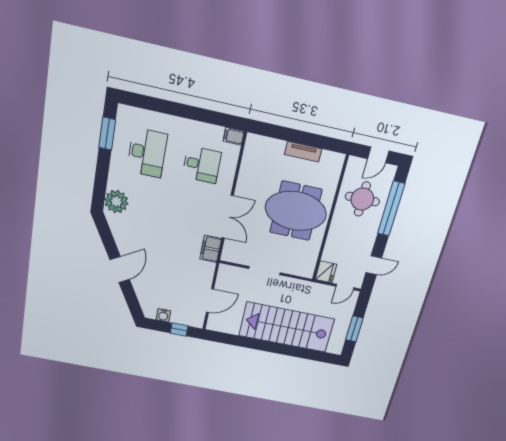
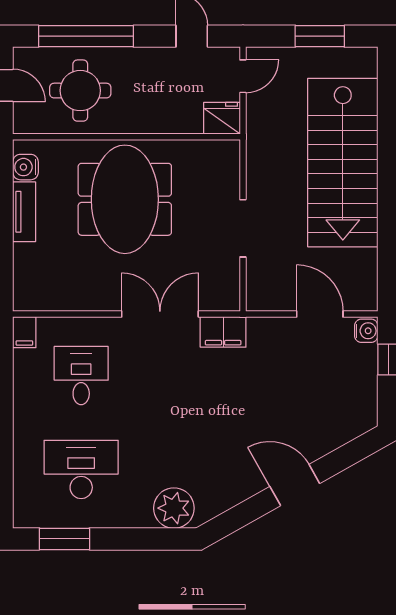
water cooler: (328, 158) -> (25, 167), added
door: (345, 287) -> (243, 76), hinge flipped
water cooler: (163, 315) -> (366, 331), moved

